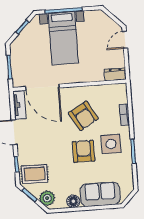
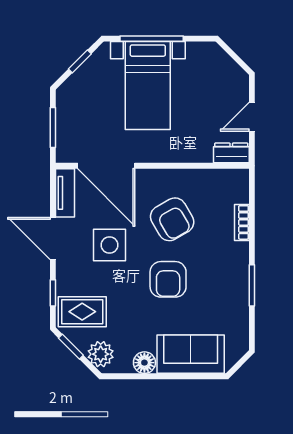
door: (125, 40) -> (252, 117), moved
side table: (111, 144) -> (109, 245), moved
armchair: (84, 151) -> (168, 279), turned 180

